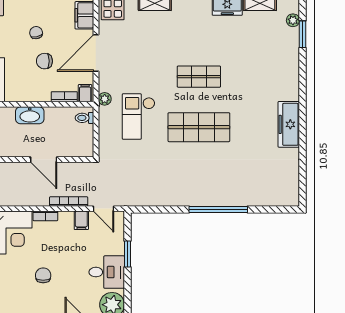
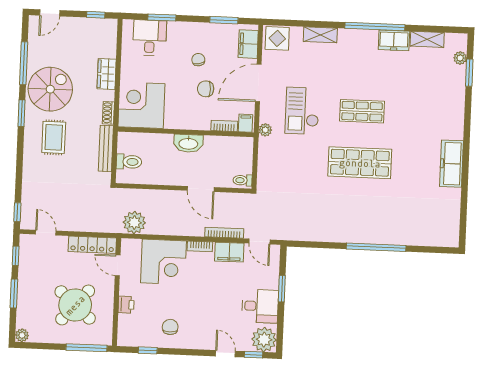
checkout: (139, 116) -> (302, 111), moved
toilet: (84, 118) -> (243, 180), moved
filing cabinet: (81, 220) -> (229, 252), width x2.00
chair: (43, 275) -> (170, 327), moved

